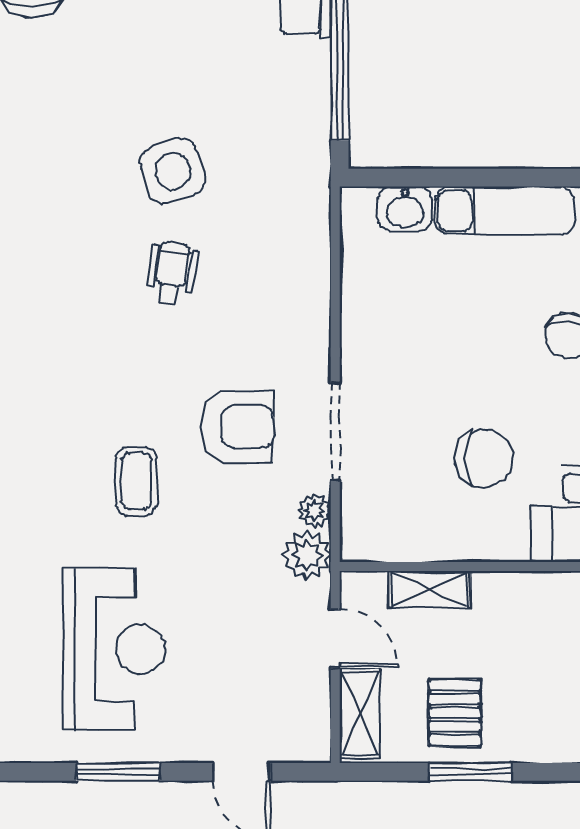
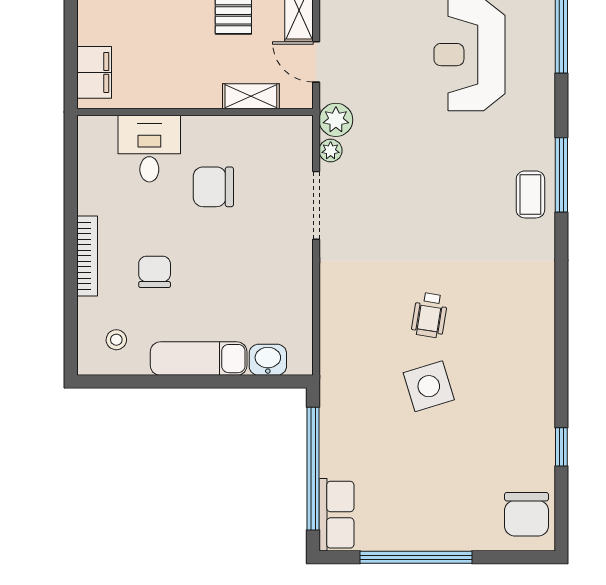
armchair: (237, 427) -> (384, 209), removed
coffee table: (136, 481) -> (530, 194), moved

